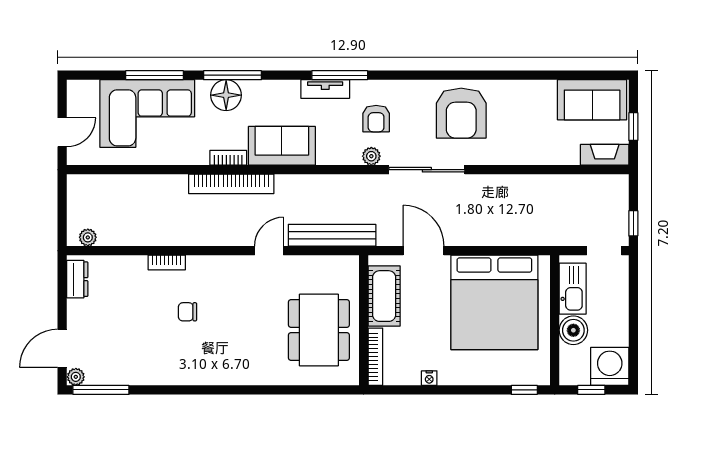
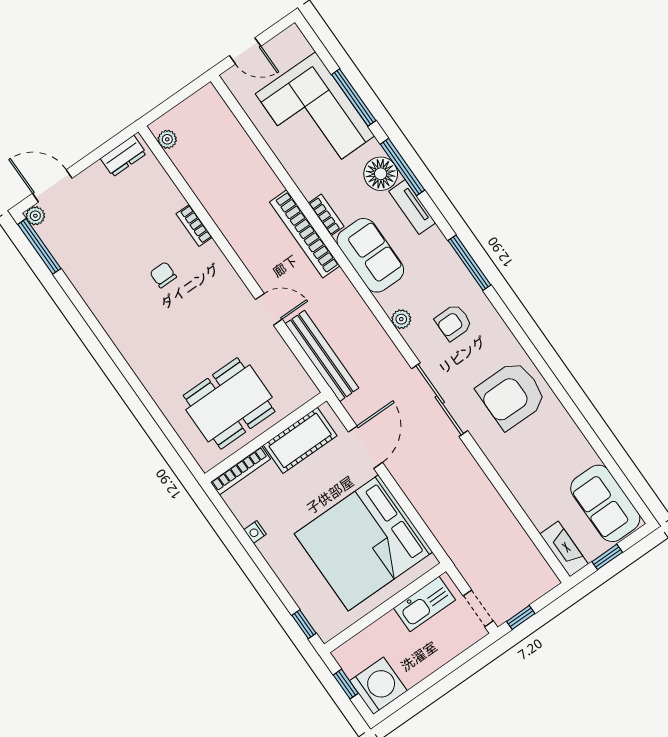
tv unit: (325, 89) -> (412, 207), moved
plant: (371, 156) -> (401, 319), moved
boiler: (573, 330) -> (388, 631), removed

